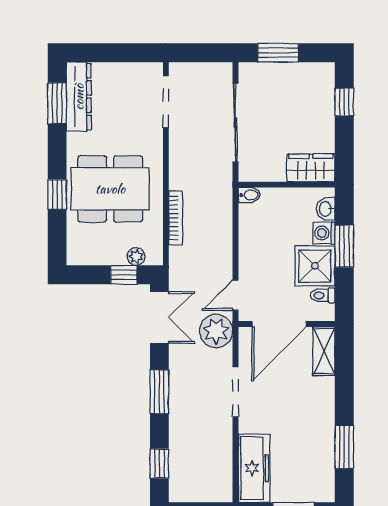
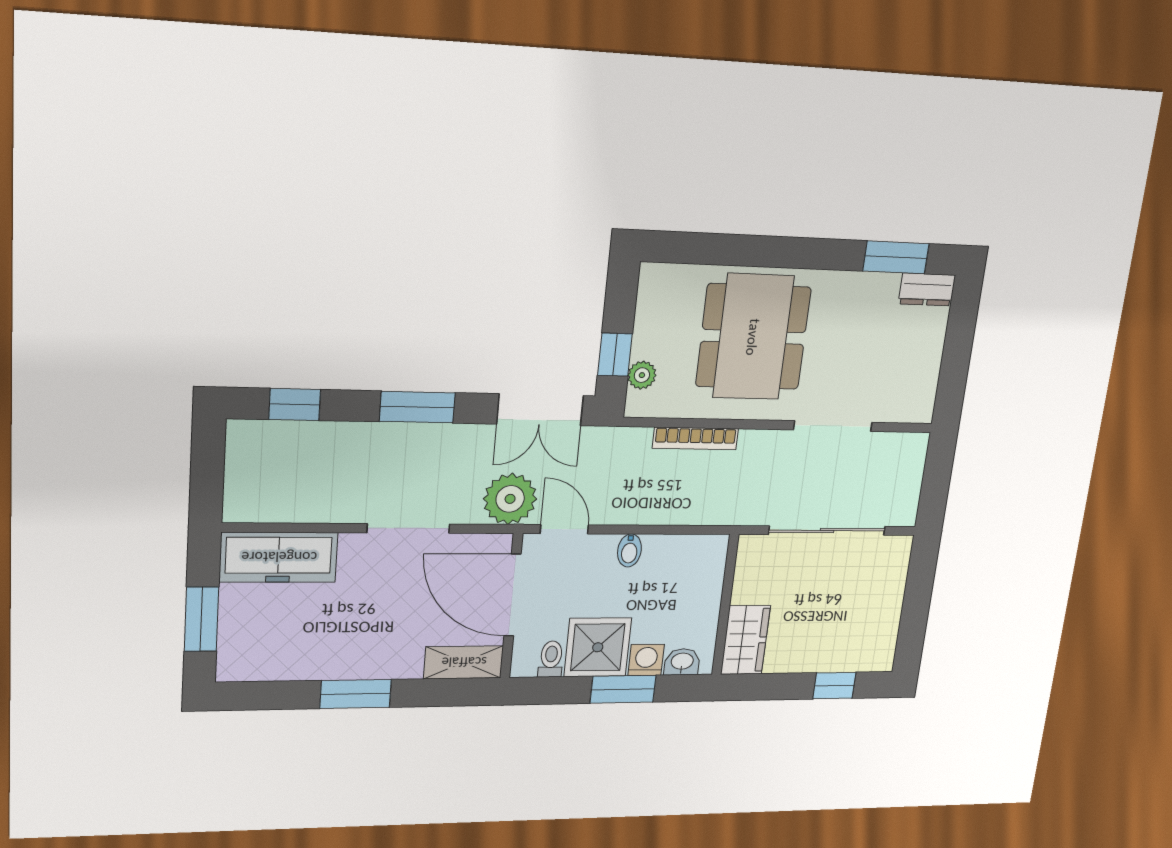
window: (278, 53) -> (918, 592), removed
dresser: (79, 97) -> (927, 289), width x0.51, depth x0.80
doorway: (166, 102) -> (833, 426), moved
window: (57, 194) -> (755, 251), removed
bidet: (249, 195) -> (629, 550), moved
window: (344, 447) -> (356, 694), moved

